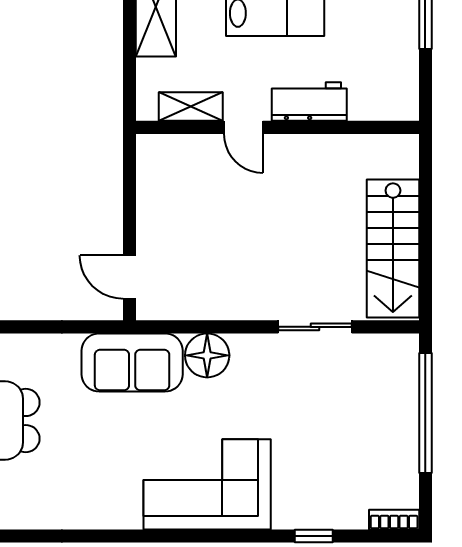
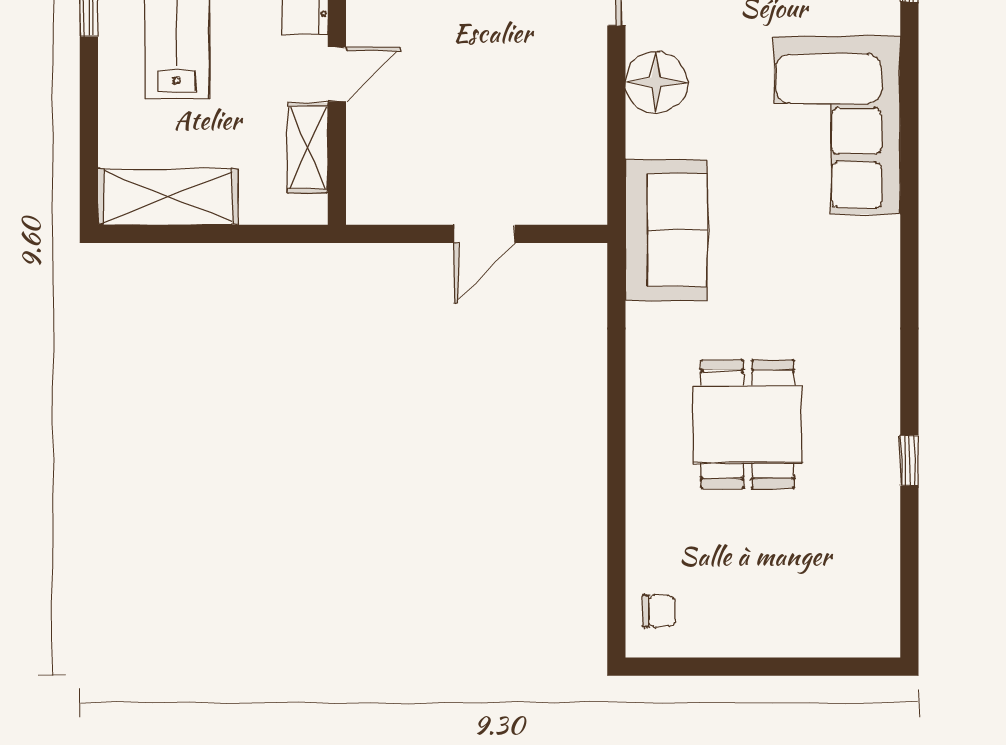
door: (129, 277) -> (484, 234), moved
floor lamp: (207, 355) -> (656, 82), moved

